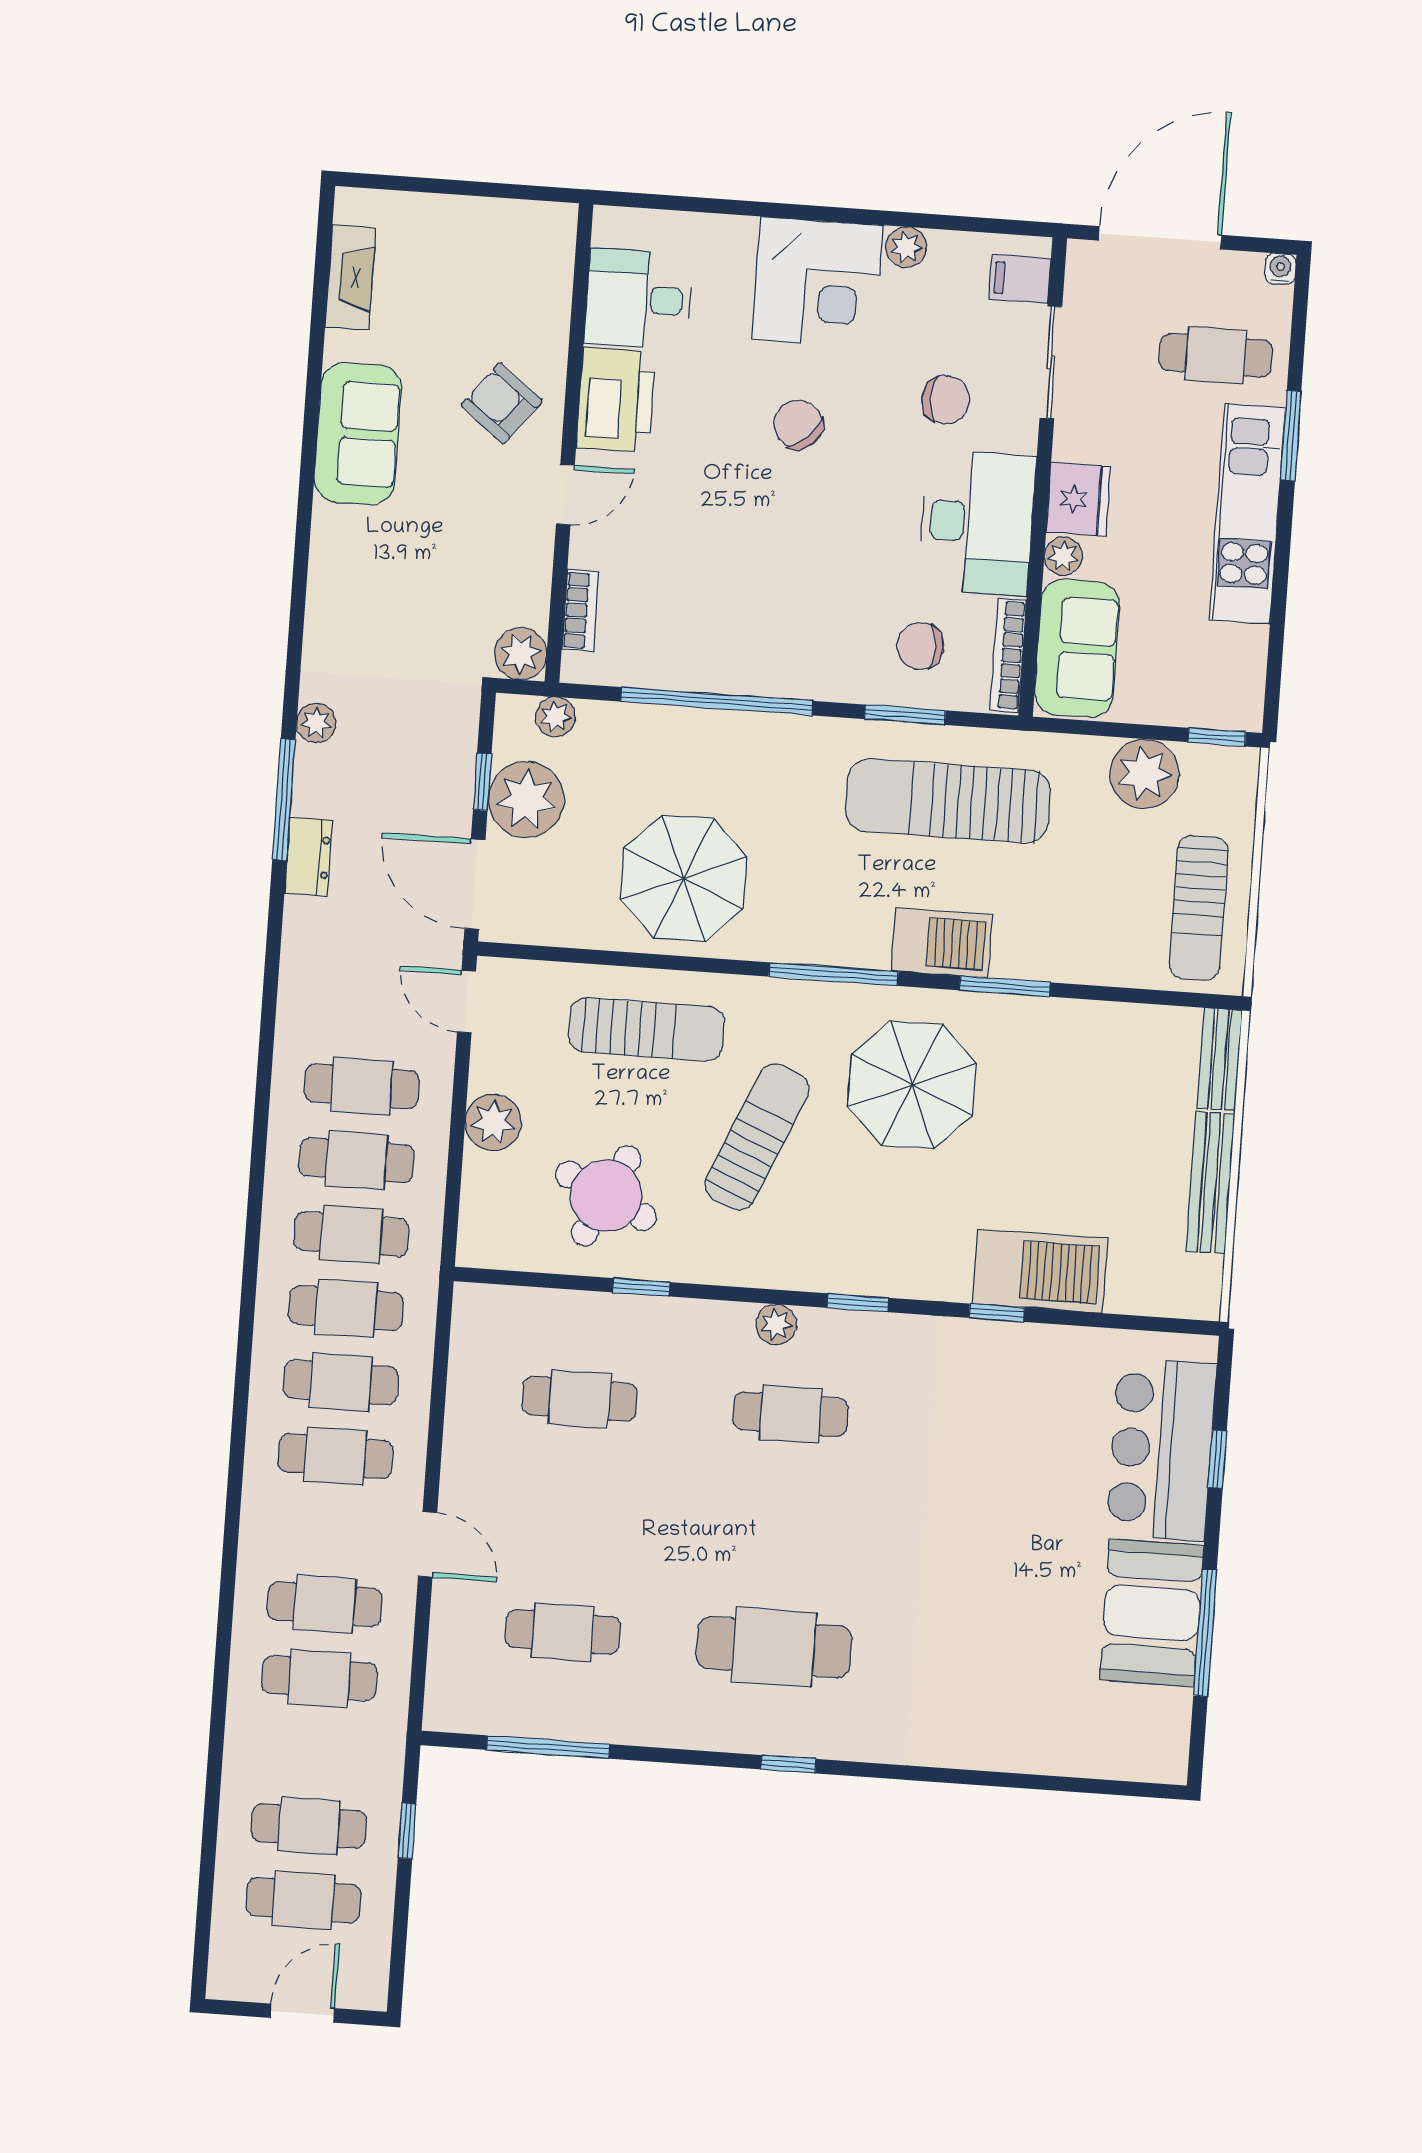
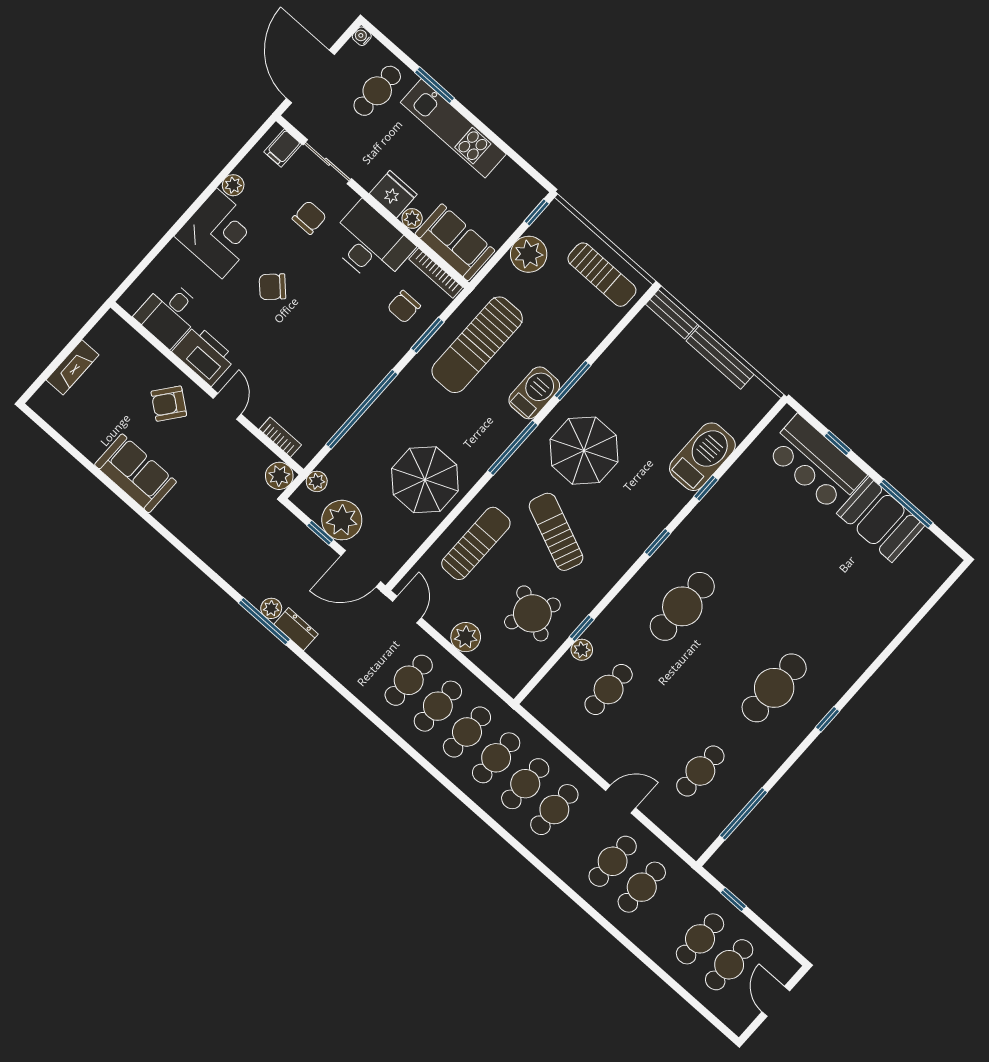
fireplace: (350, 277) -> (73, 367), moved, turned 90
plant: (316, 723) -> (271, 608), moved
door: (466, 1002) -> (407, 610), swing flipped
plant: (776, 1324) -> (582, 650), moved
cafe table: (791, 1414) -> (682, 606), width x1.37, depth x1.35

